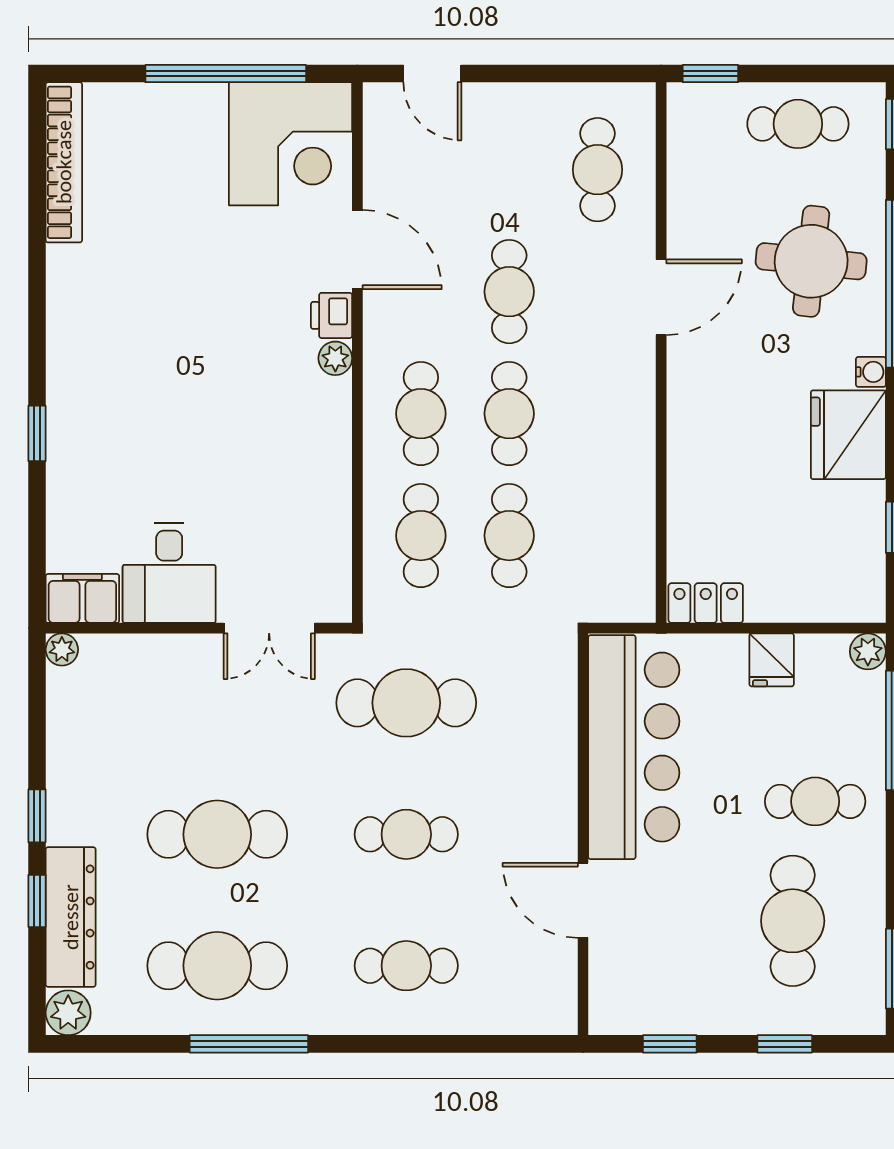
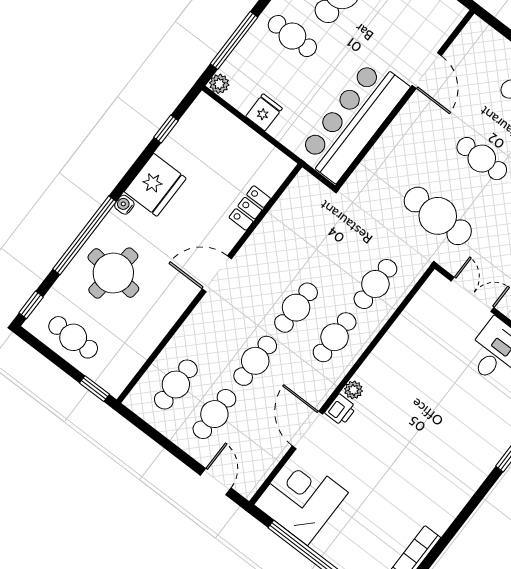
door: (661, 297) -> (217, 274), moved
cafe table: (509, 536) -> (214, 414), moved
locker: (706, 603) -> (250, 208), moved, turned 90

